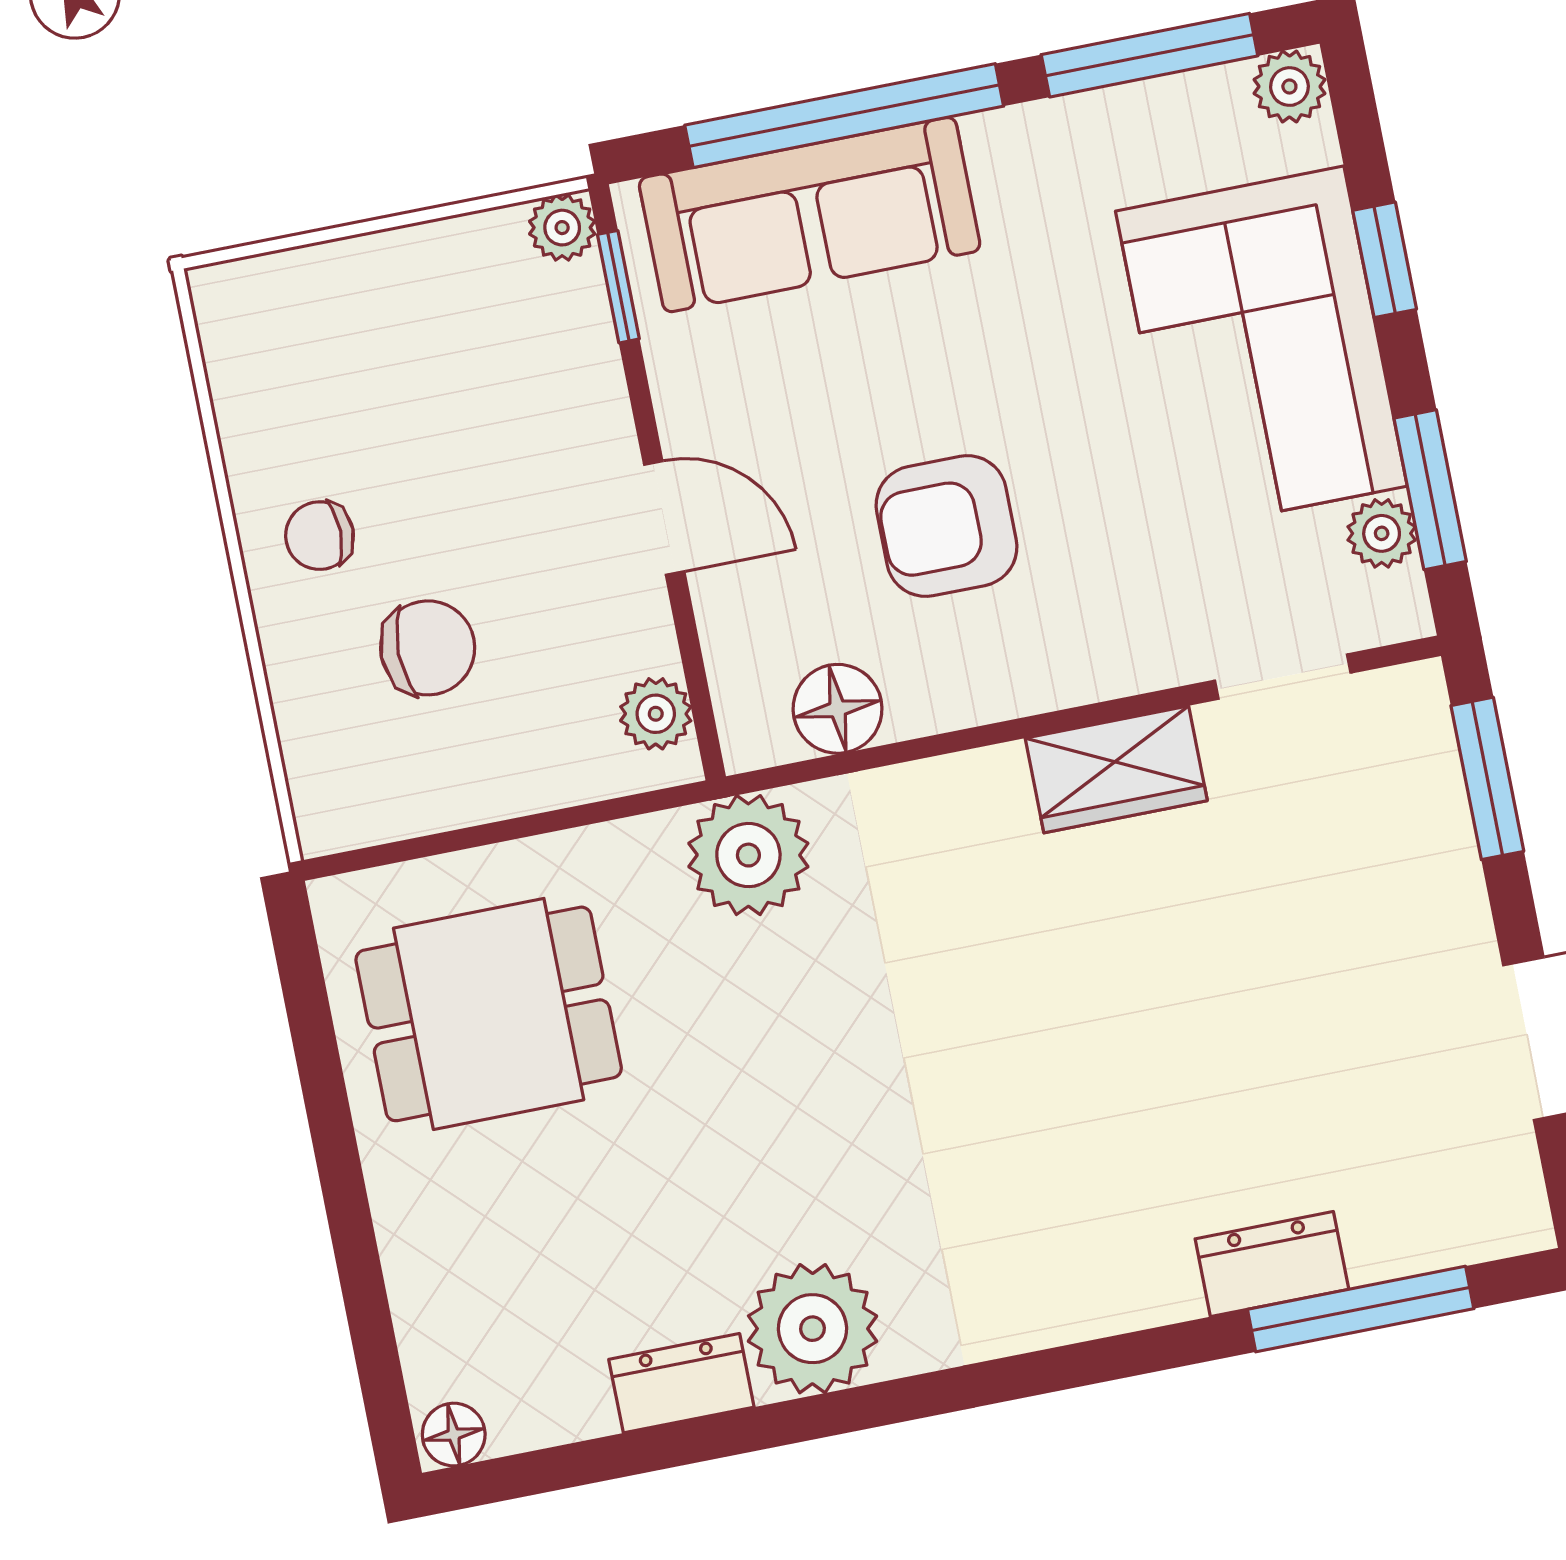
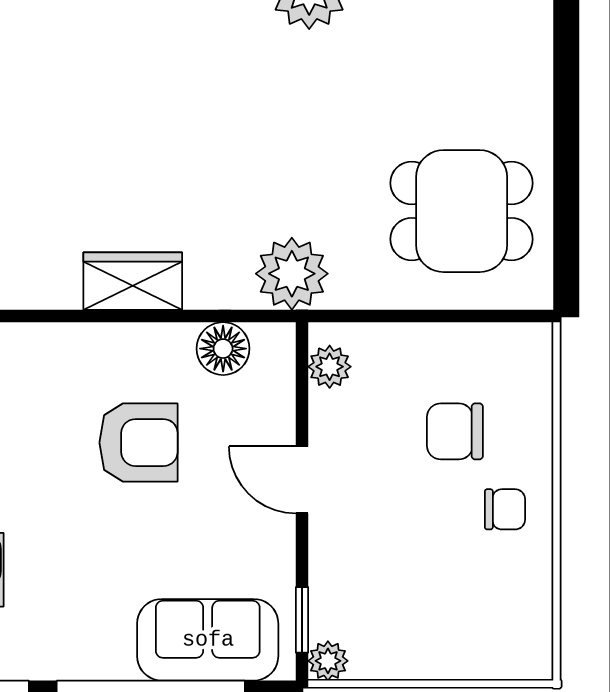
sofa: (810, 215) -> (208, 640), width x0.73
wardrobe: (1116, 769) -> (133, 281), moved

